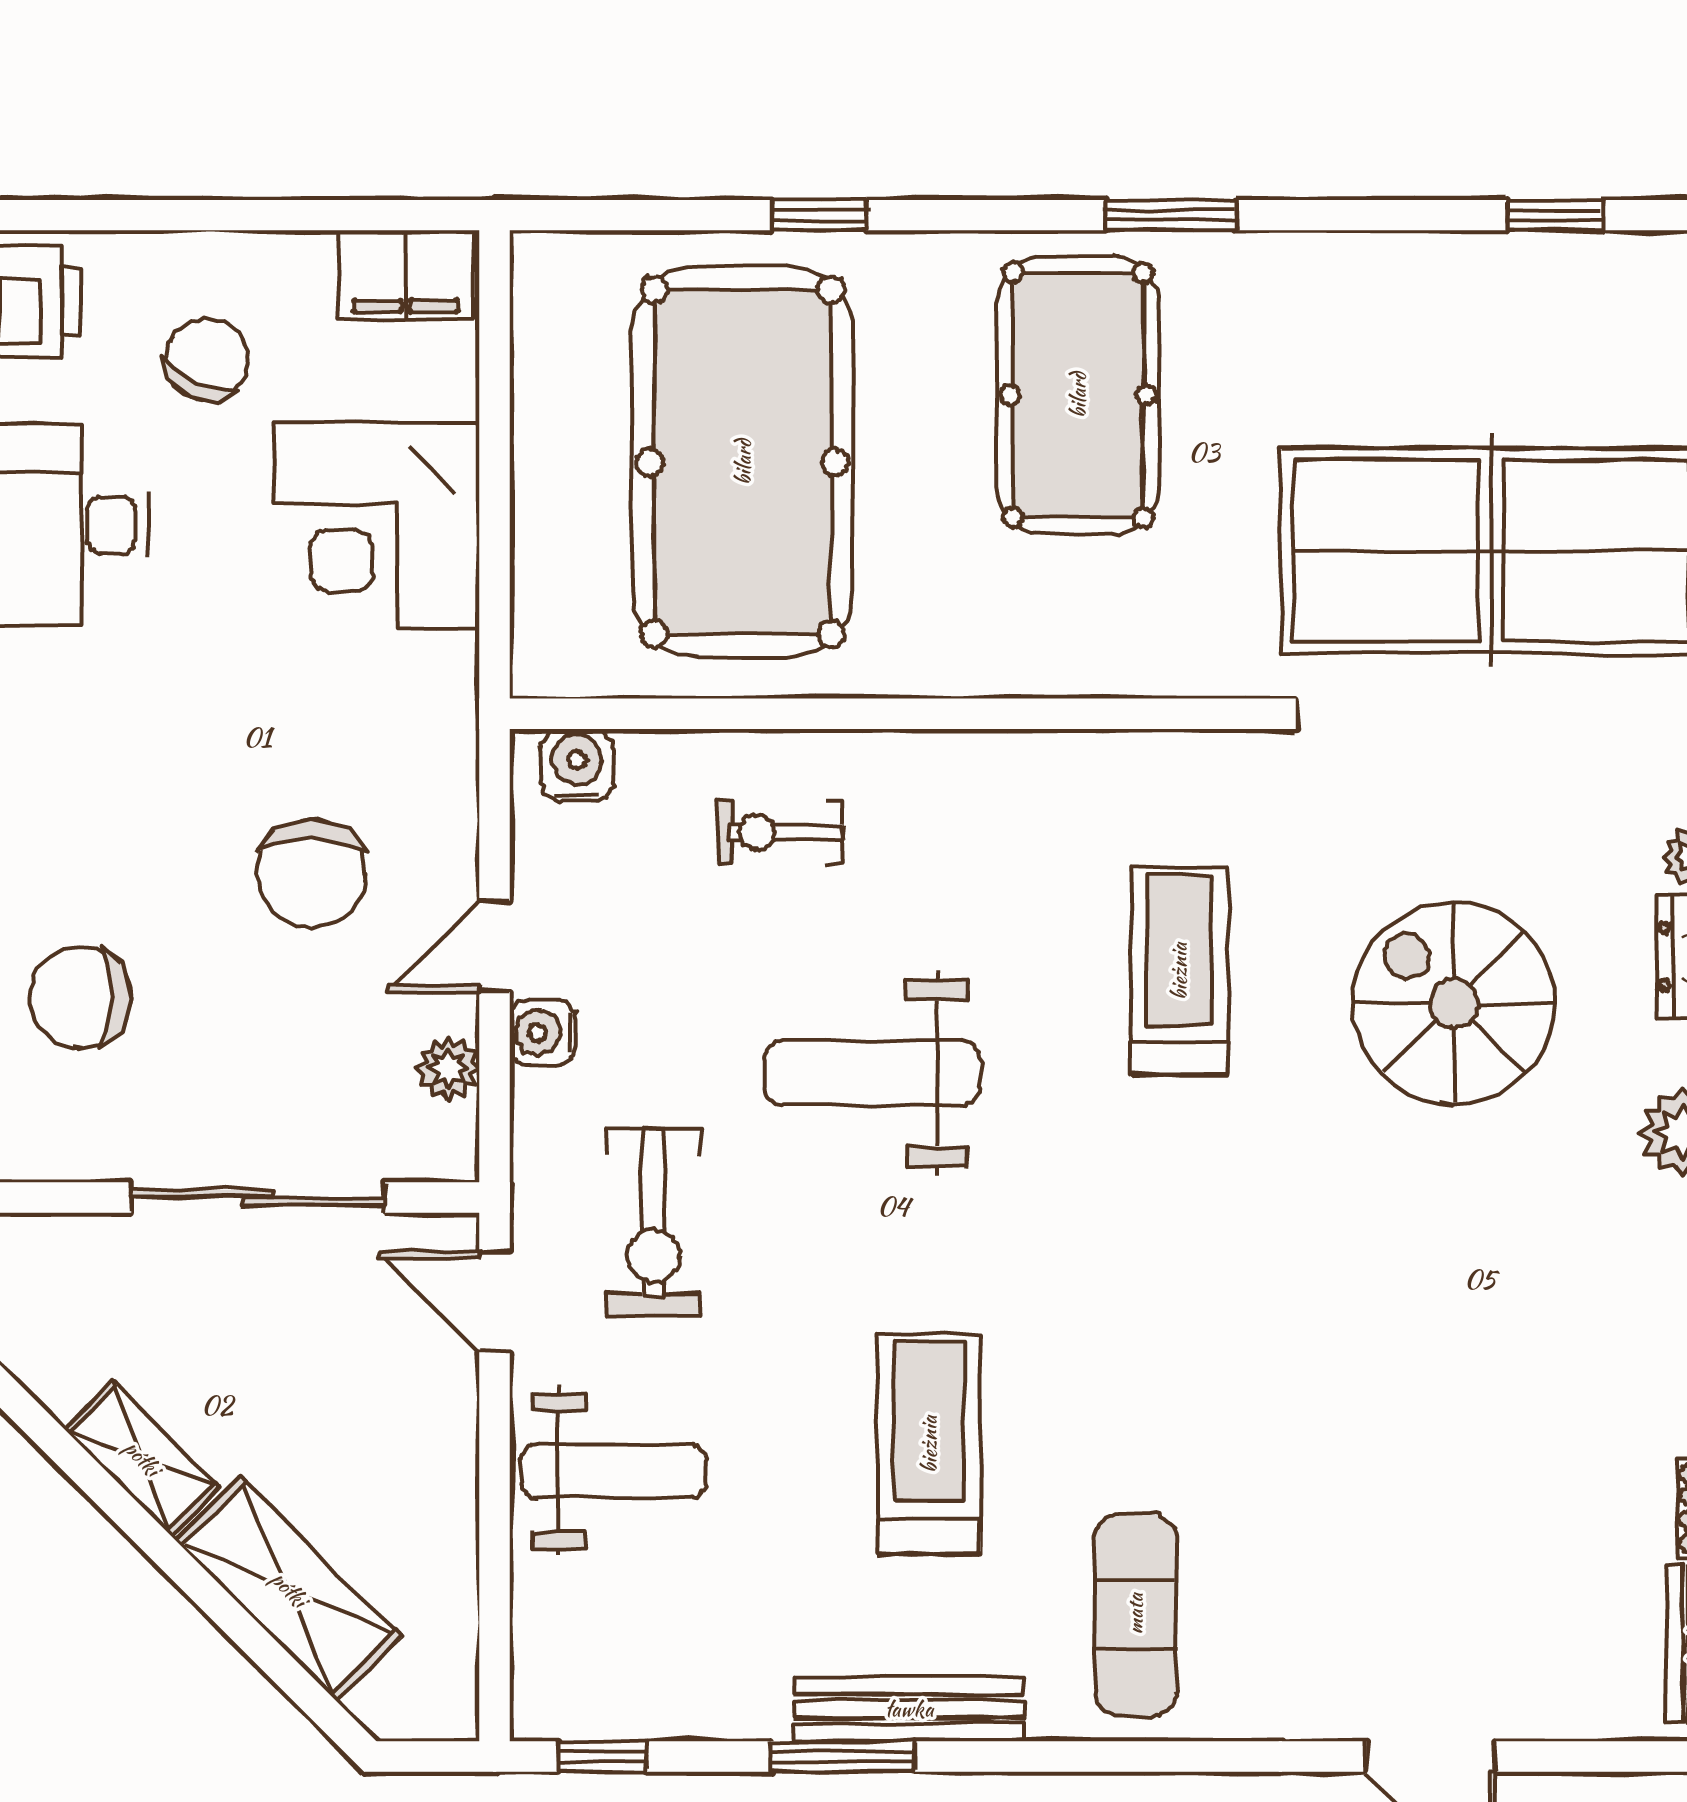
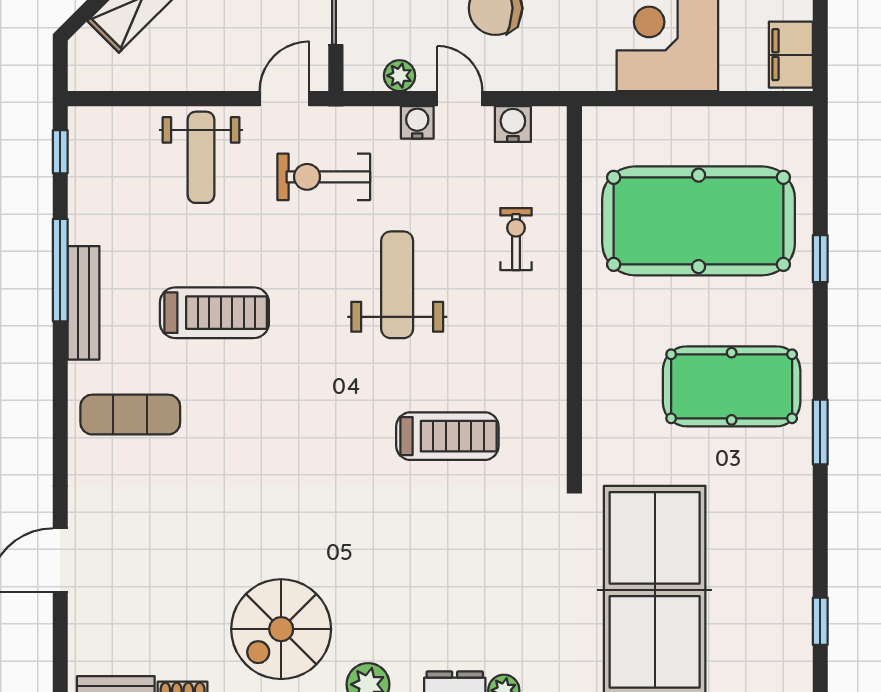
water cooler: (577, 765) -> (513, 124), moved, turned -90
spiral stairs: (1454, 1003) -> (281, 629), moved, turned 180
window: (843, 1757) -> (60, 270), width x1.44

